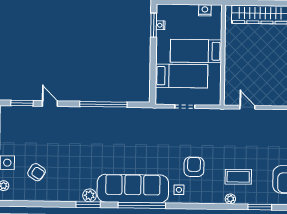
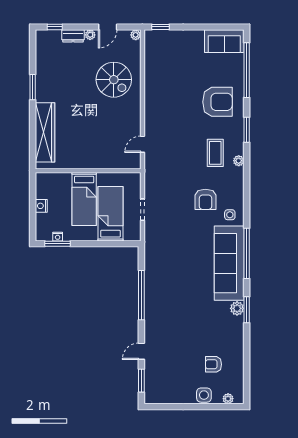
nightstand: (205, 10) -> (41, 206), moved
armchair: (194, 167) -> (205, 199), turned -90
armchair: (37, 172) -> (213, 364), turned -123

